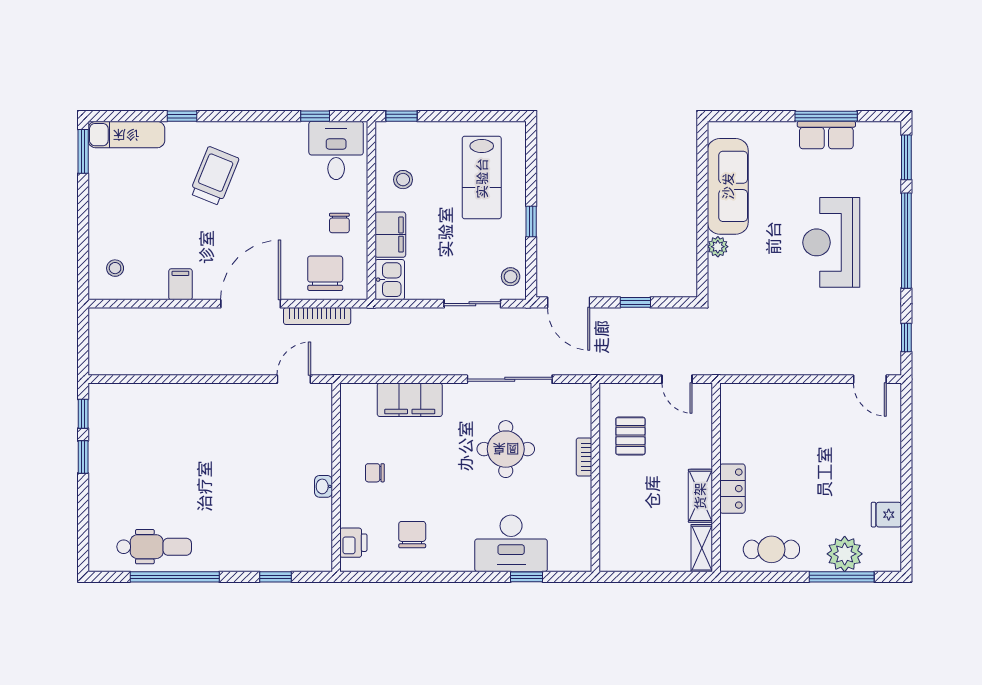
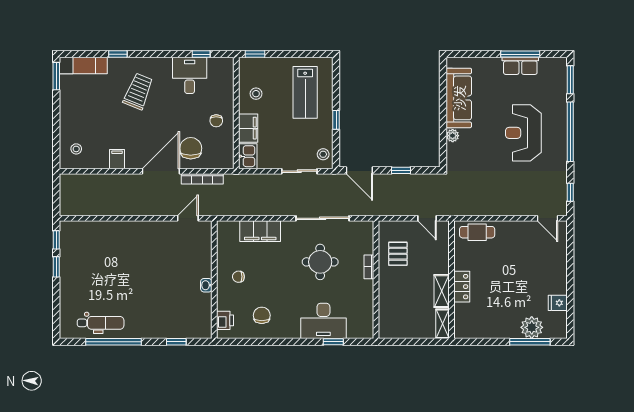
desk: (336, 150) -> (190, 75), moved
chair: (325, 273) -> (191, 148), moved
cafe table: (771, 549) -> (477, 232), moved

